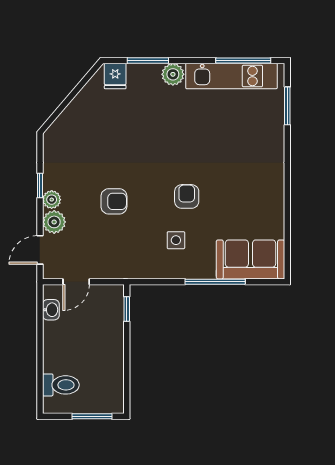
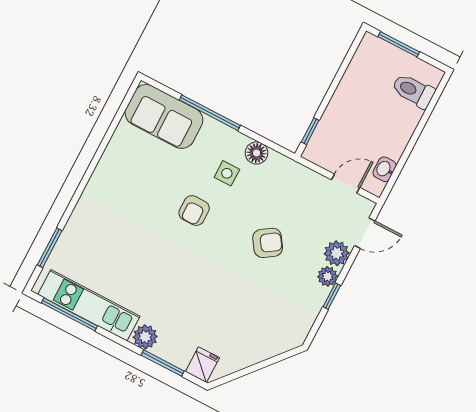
armchair: (114, 201) -> (268, 243), turned 146
floor lamp: (161, 269) -> (257, 153), added

